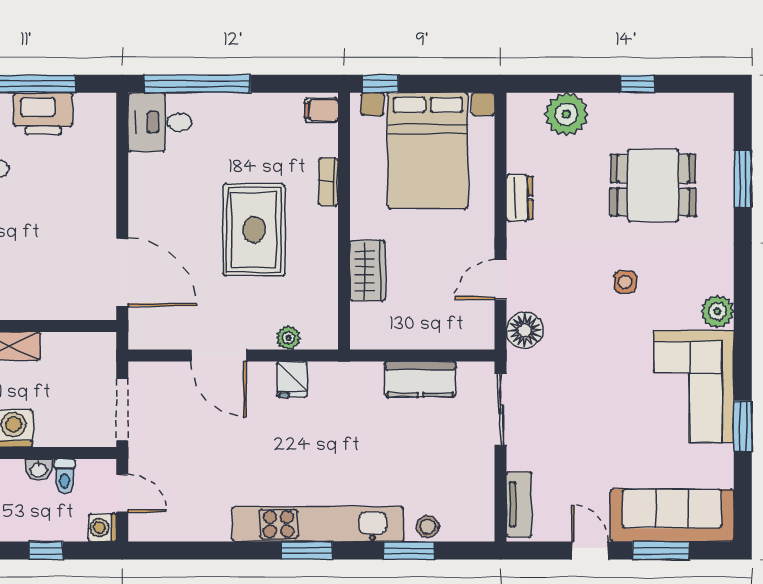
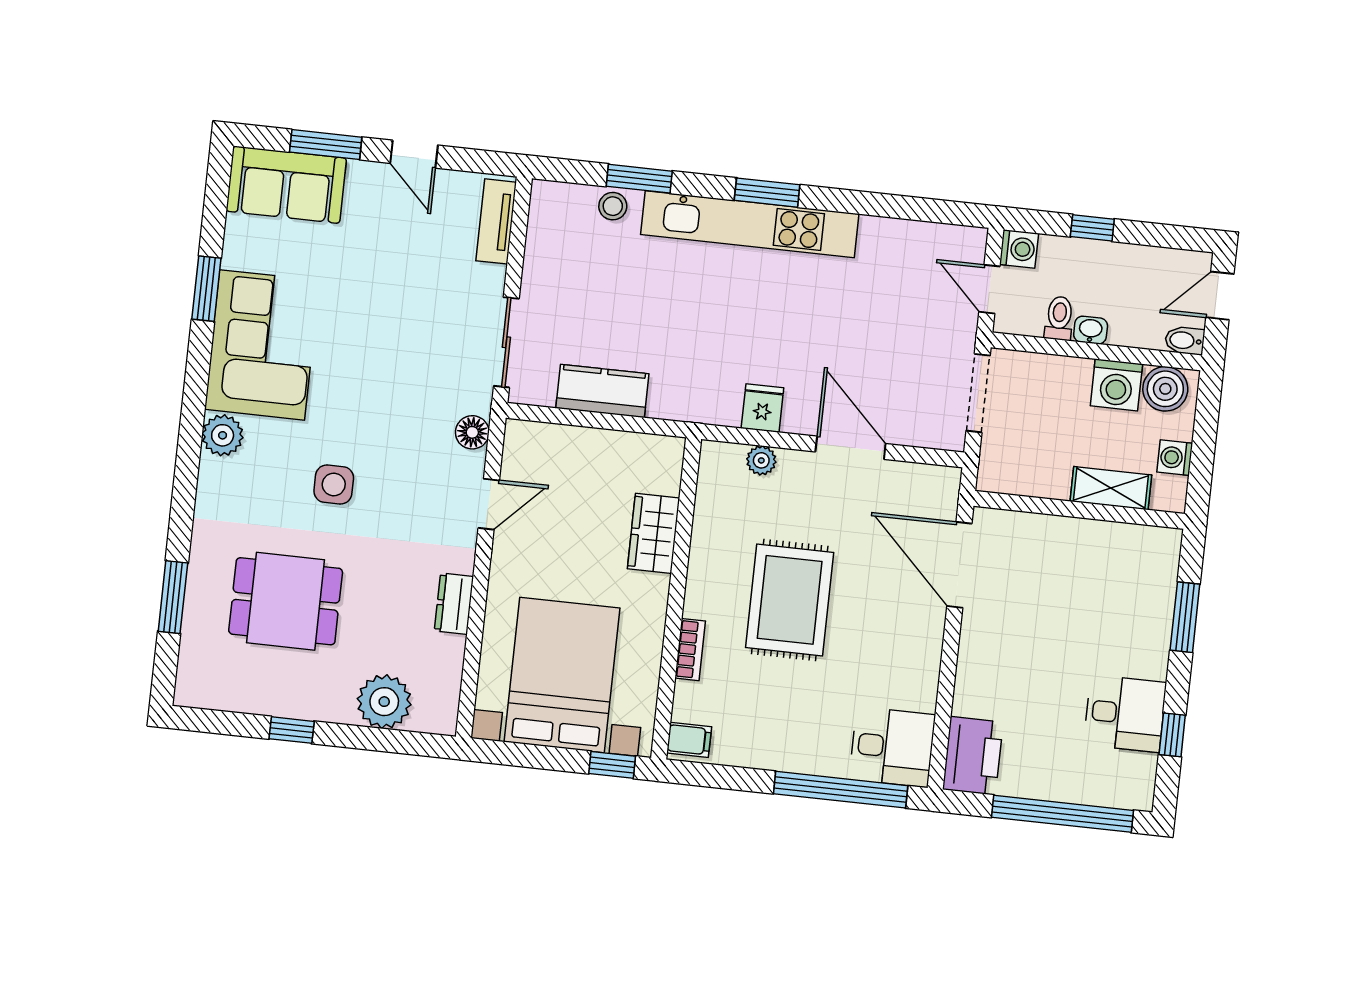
printer: (43, 114) -> (973, 756), moved, turned 90
side table: (625, 282) -> (334, 485), width x1.37, depth x1.37
floor lamp: (525, 330) -> (472, 432), width x0.73, depth x0.73
sofa: (672, 515) -> (286, 185), width x0.73

